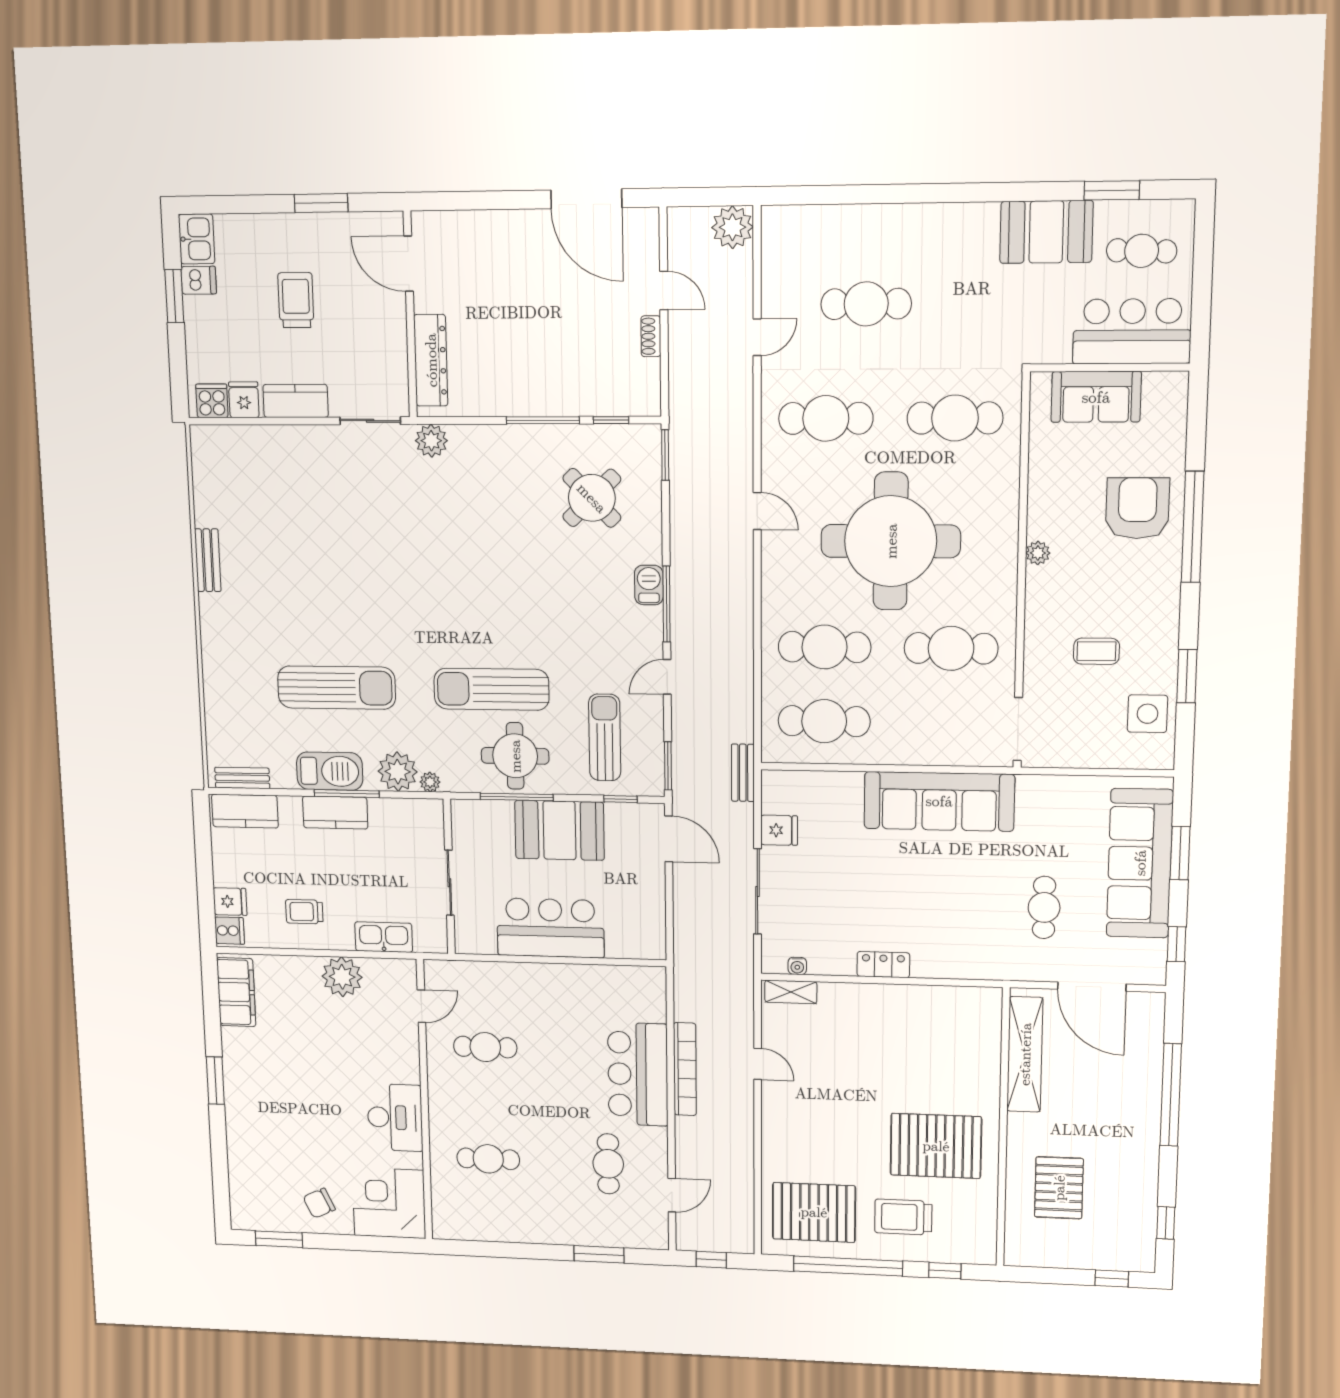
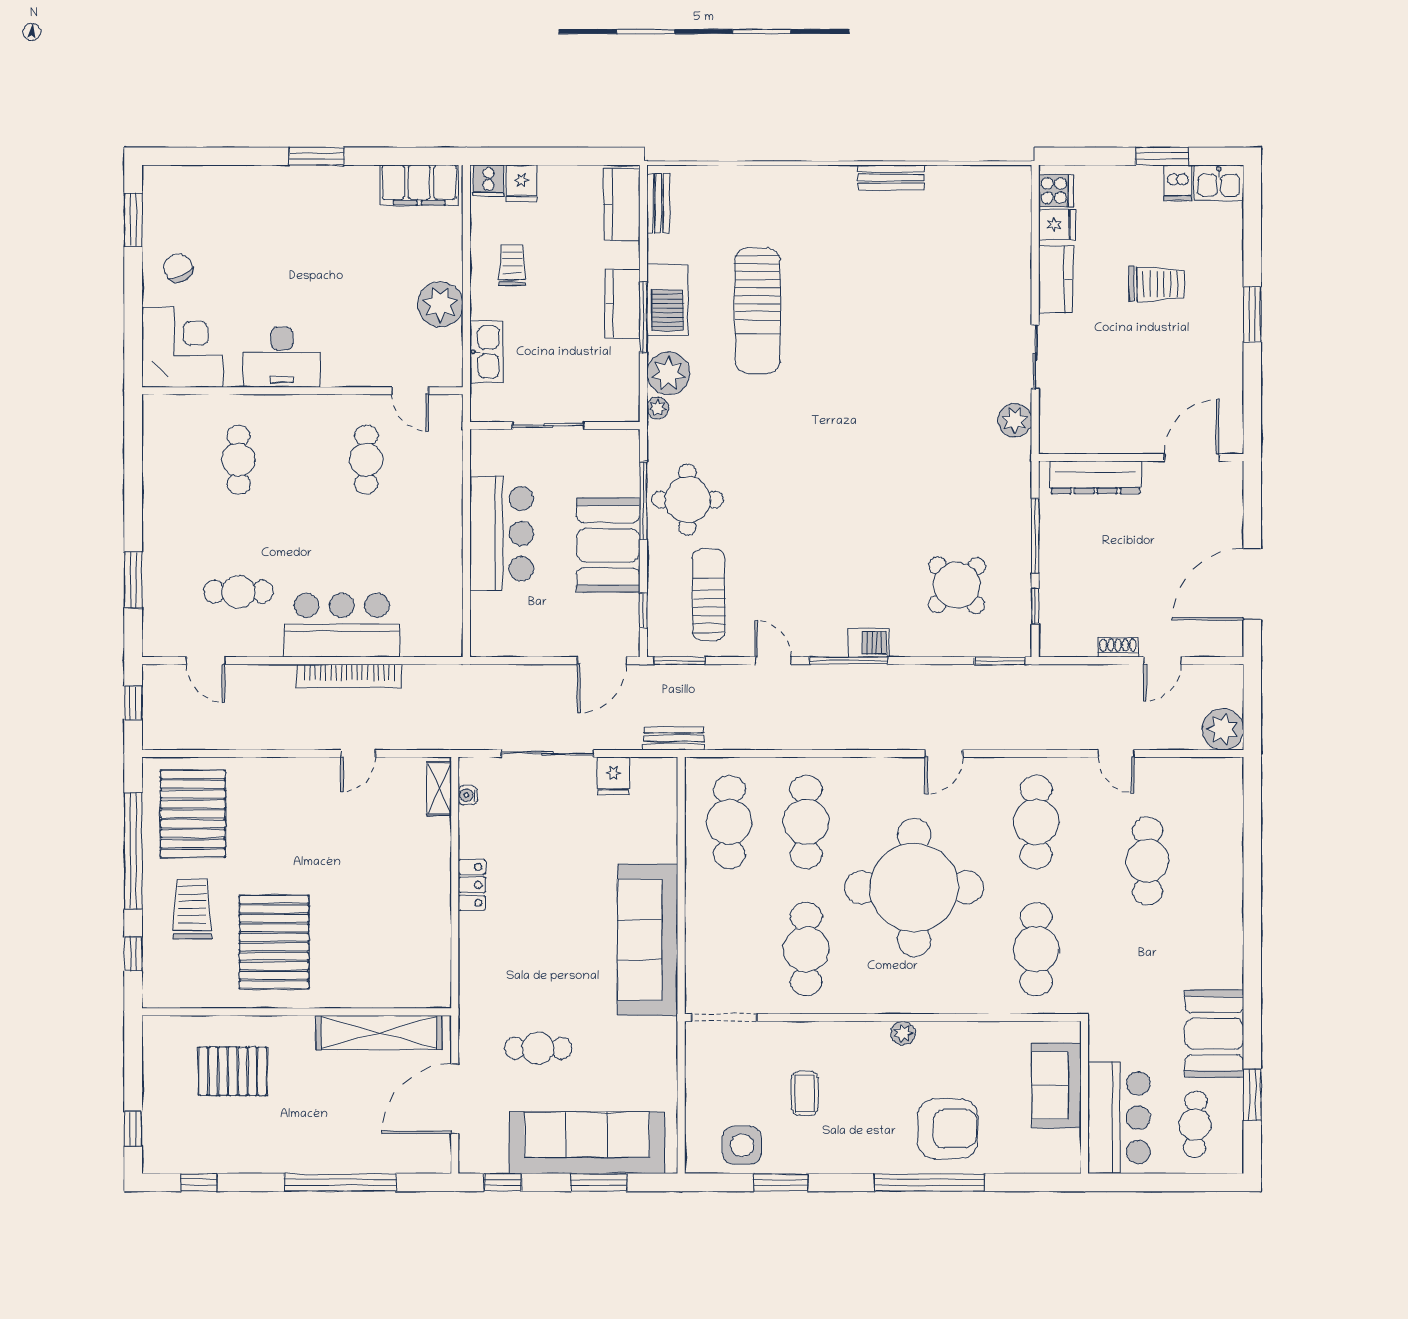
door: (409, 264) -> (1192, 458), moved
wall: (410, 315) -> (1141, 458), moved
dresser: (431, 360) -> (1096, 477), moved
sun lounger: (491, 689) -> (758, 476), removed
sun lounger: (605, 737) -> (709, 595), turned -90

